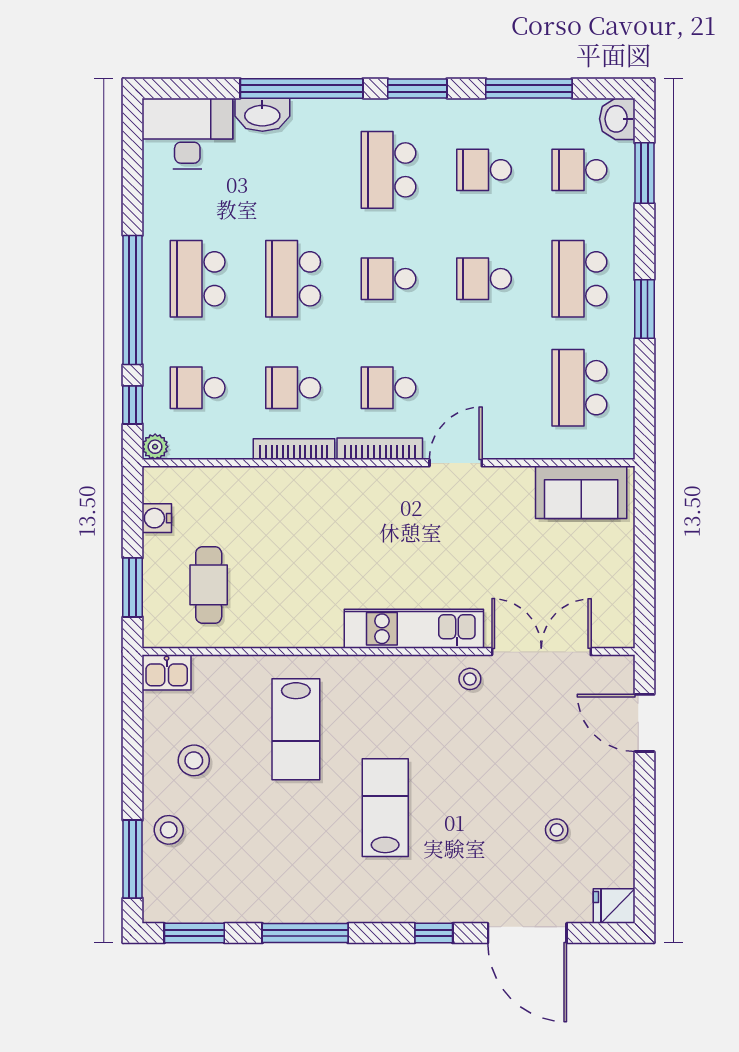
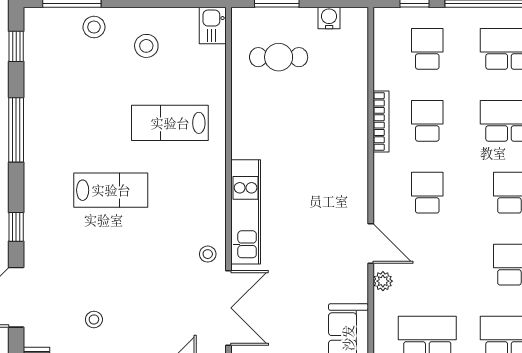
plant: (155, 447) -> (383, 281), moved
bookcase: (380, 449) -> (381, 186), removed
window: (194, 933) -> (16, 46), width x0.67

